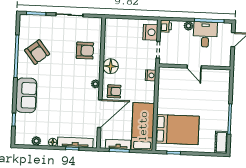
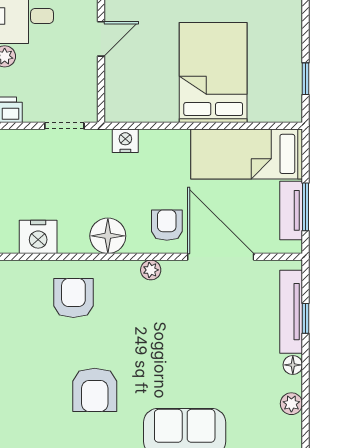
nightstand: (150, 32) -> (38, 237), moved, turned 180
armchair: (37, 52) -> (95, 390), moved, turned 128
bed: (177, 130) -> (213, 72), moved

